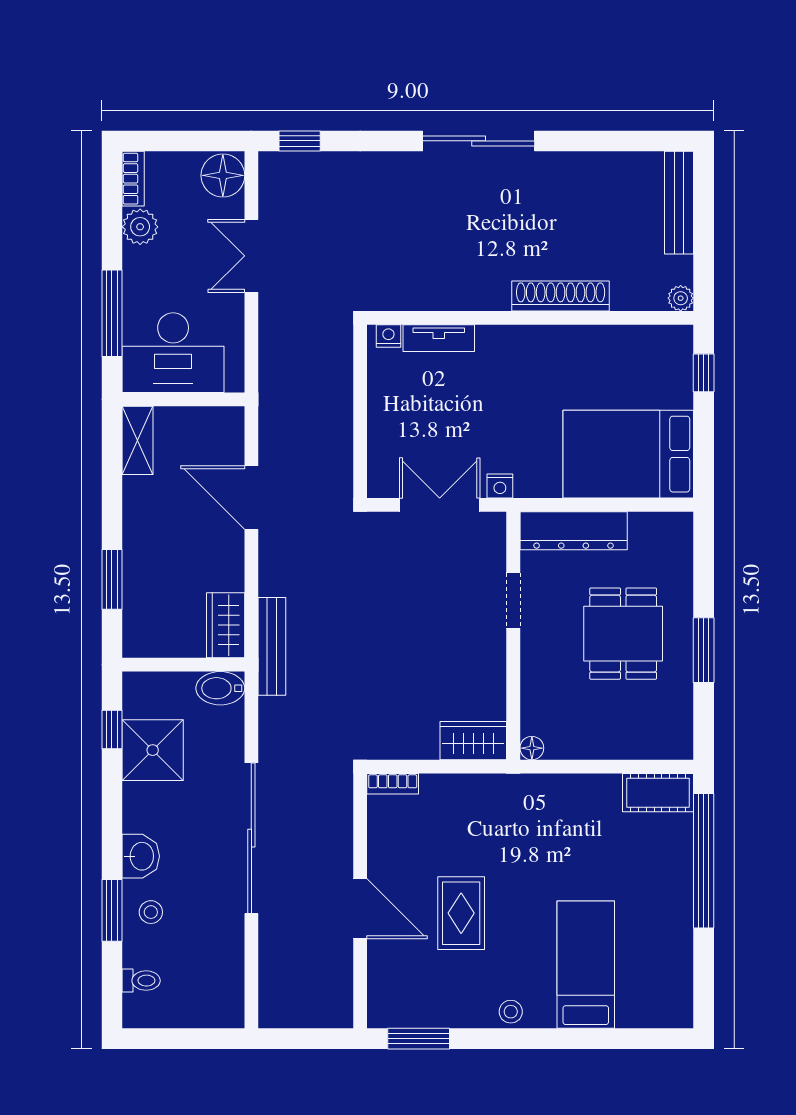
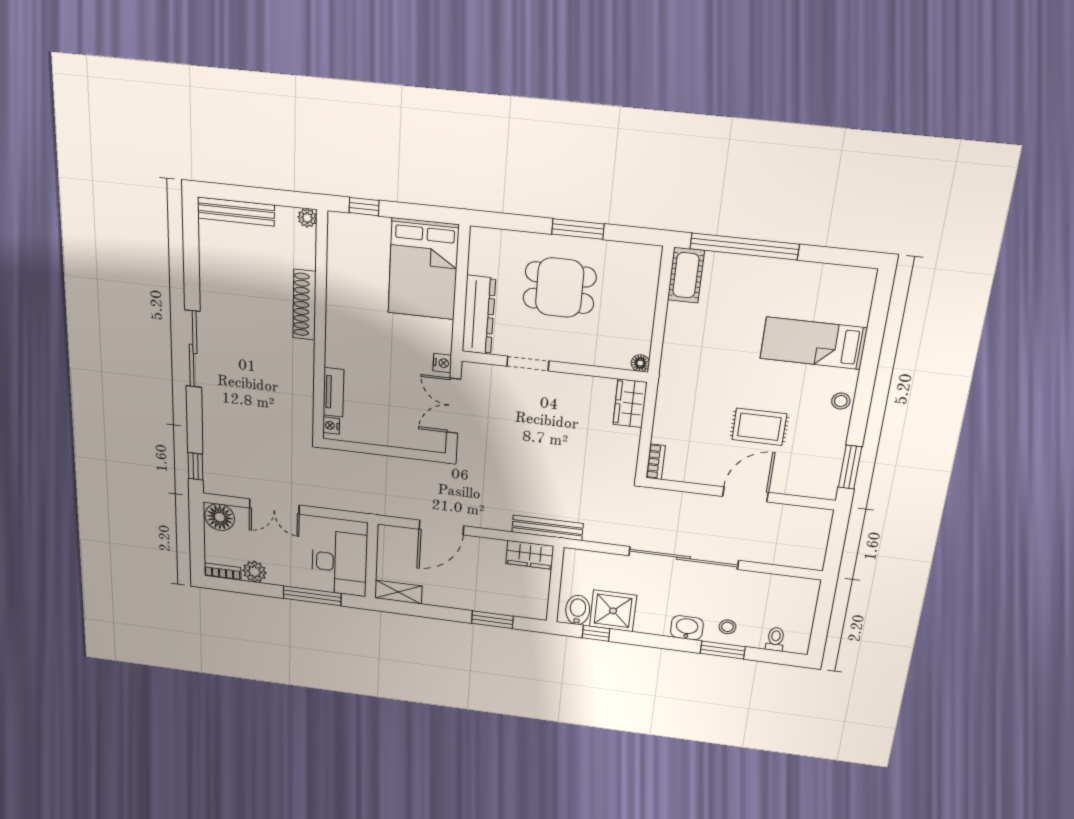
bidet: (220, 688) -> (578, 610), moved, turned 180

